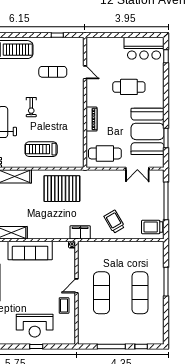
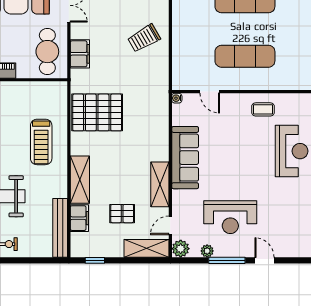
pallet: (62, 189) -> (97, 112), turned 90
filing cabinet: (80, 232) -> (80, 54), moved, turned 180
door: (77, 286) -> (210, 92), moved

